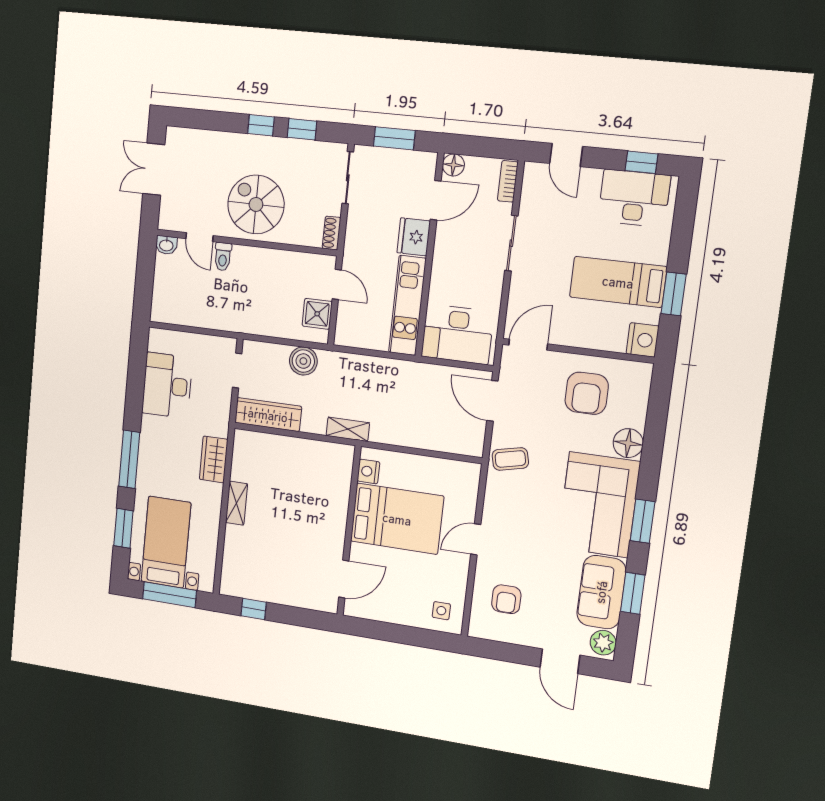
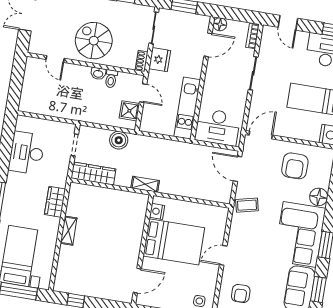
fridge: (414, 237) -> (160, 60), moved, turned 180
washbasin: (166, 245) -> (98, 74), moved
toilet: (223, 257) -> (111, 79), moved

